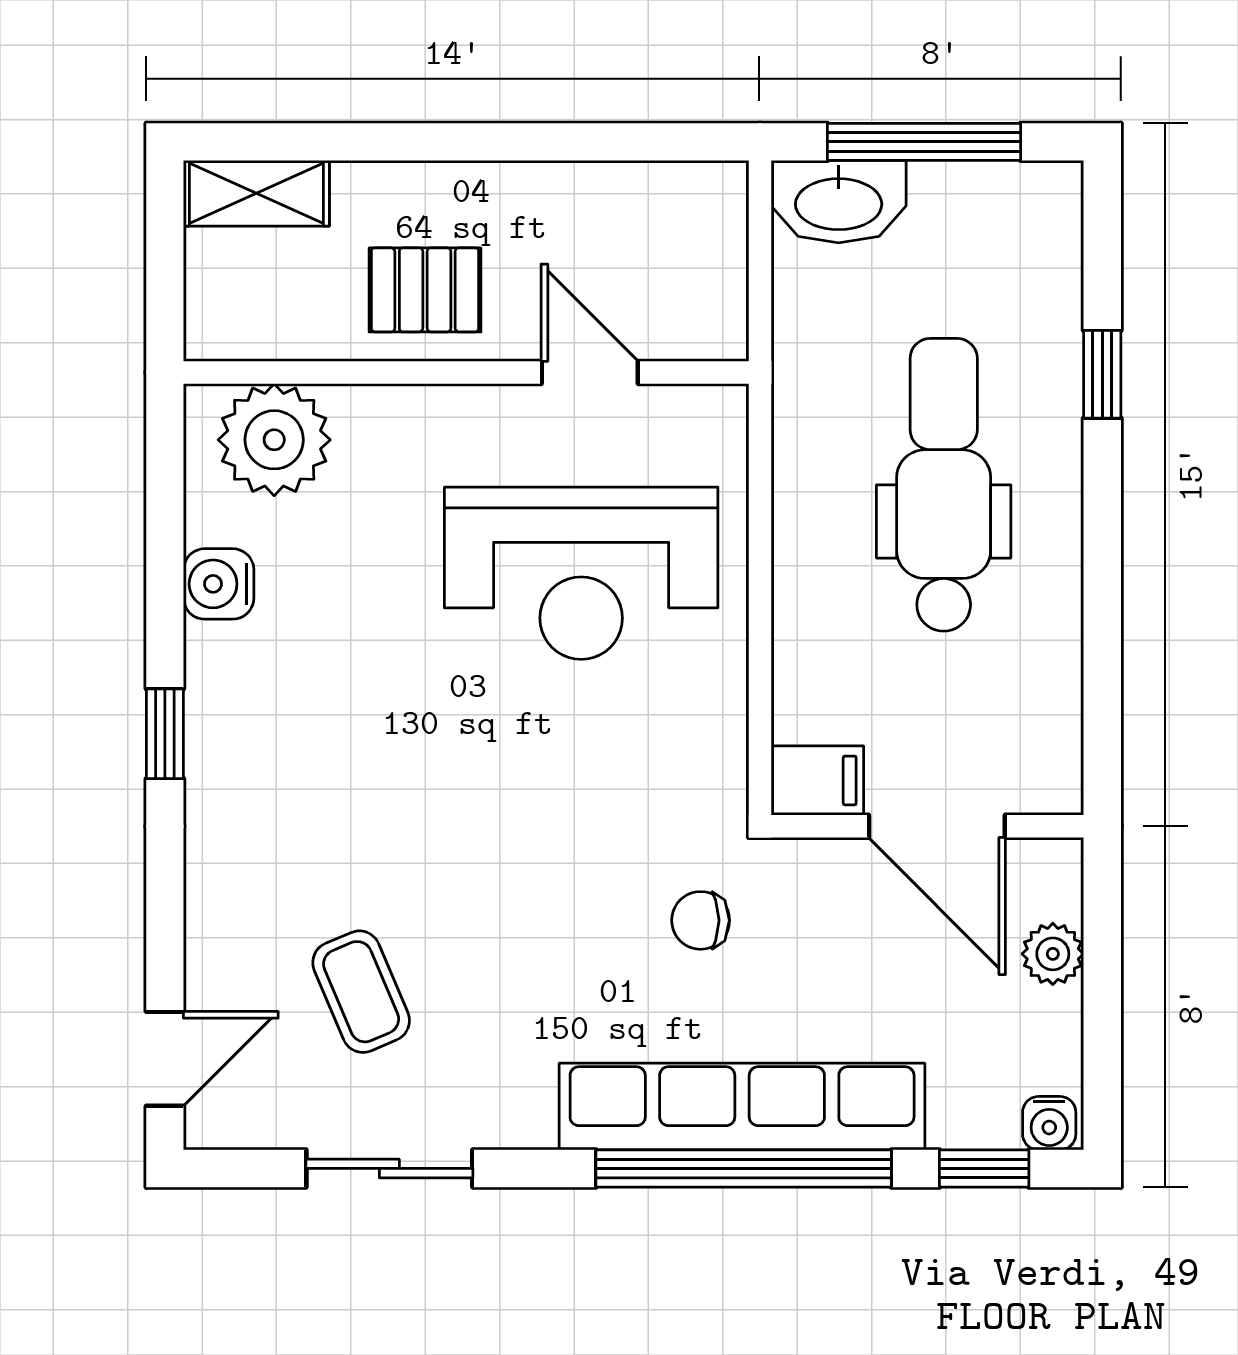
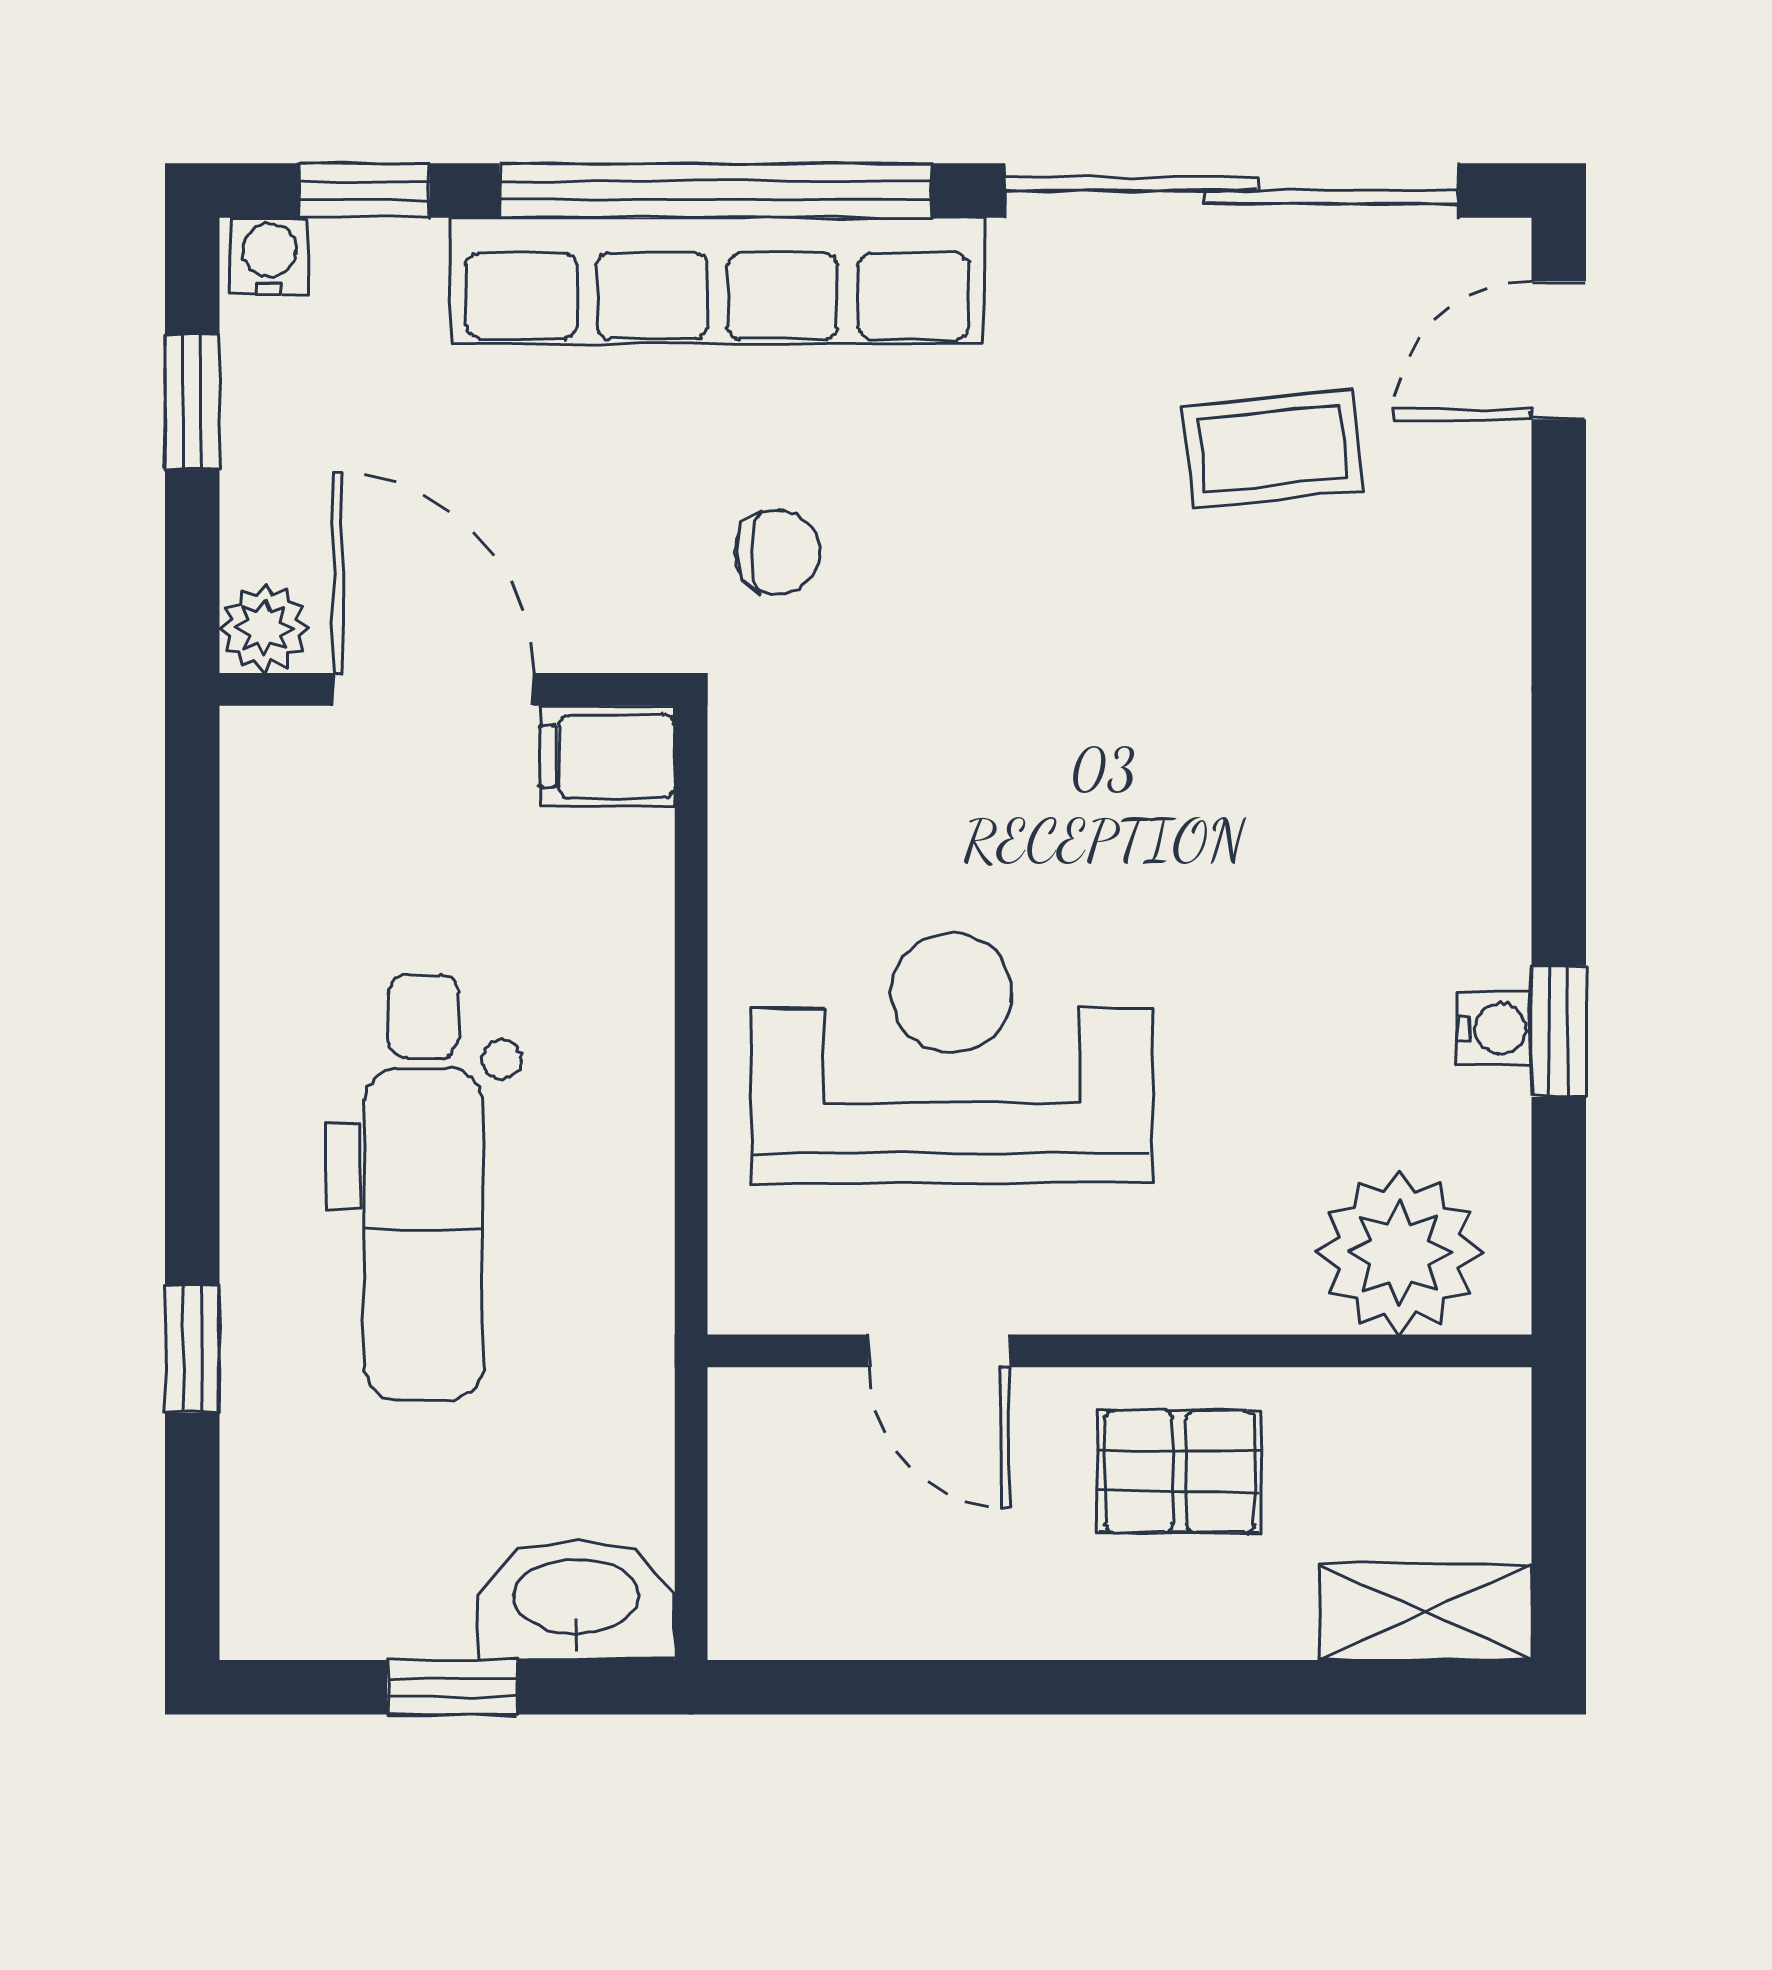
window: (924, 142) -> (452, 1687), width x0.46
water cooler: (219, 584) -> (1495, 1029), width x0.72, depth x0.72
window: (165, 734) -> (1559, 1031), moved
plant: (1053, 954) -> (264, 628), moved
coffee table: (361, 992) -> (1273, 448), turned -73
window: (1102, 1023) -> (192, 402), added
sliding door: (389, 1168) -> (1232, 190), width x1.86

